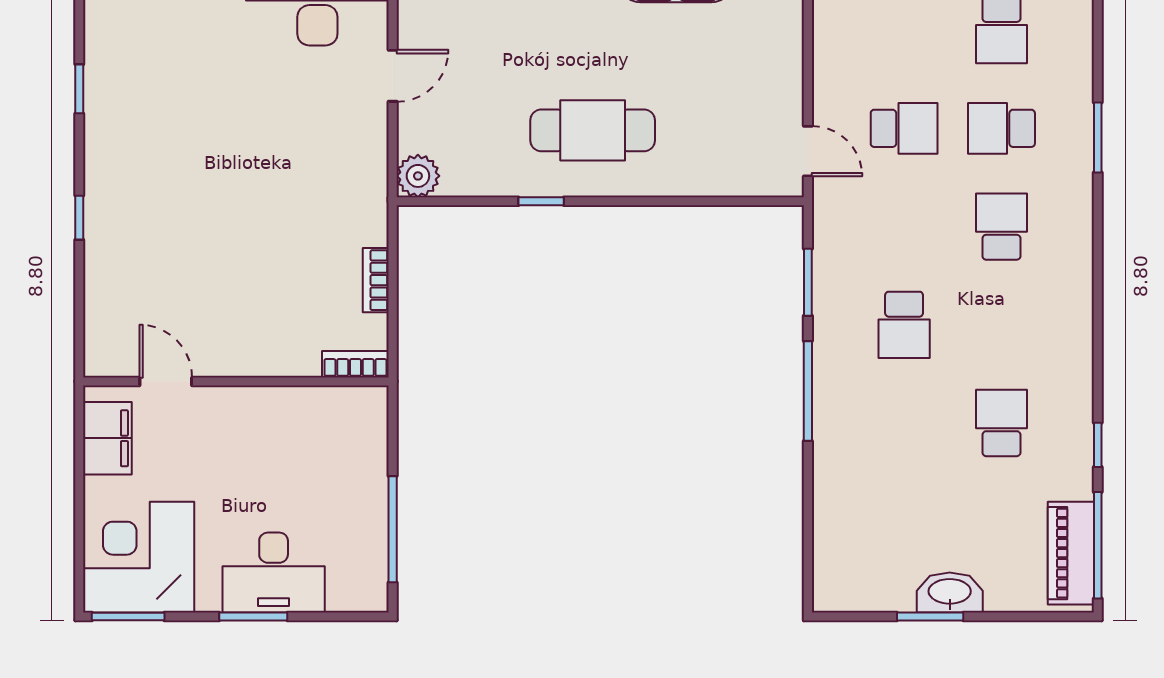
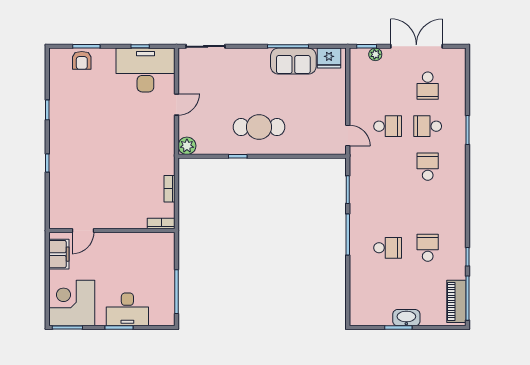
school desk: (904, 325) -> (388, 248), moved, turned -90
door: (166, 381) -> (83, 231), swing flipped

